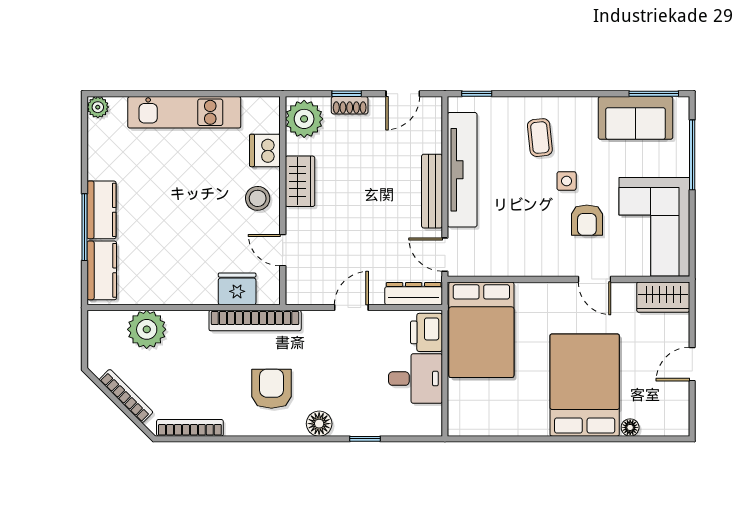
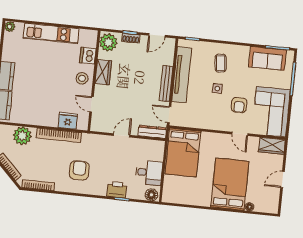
side table: (567, 181) -> (217, 89), moved
bookcase: (255, 321) -> (59, 135), moved
printer: (426, 332) -> (117, 190), moved, turned 90
floor lamp: (319, 424) -> (151, 195), moved

